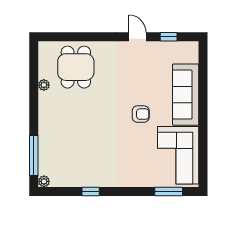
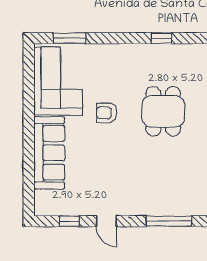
window: (84, 37) -> (169, 221), added
dining table: (76, 67) -> (163, 111), moved
armchair: (141, 114) -> (107, 113), moved

